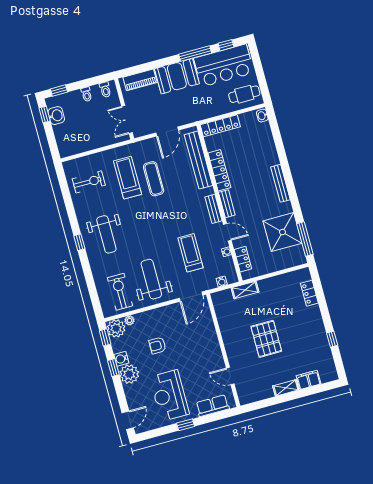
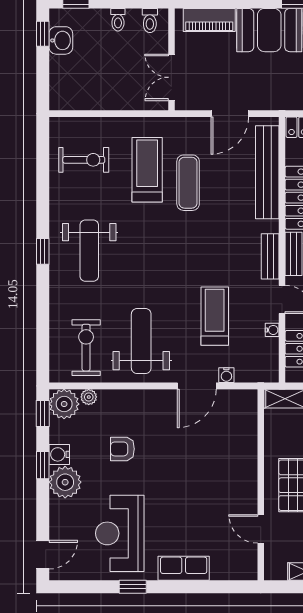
water cooler: (222, 281) -> (226, 375), moved
wall: (223, 350) -> (261, 485), moved
door: (230, 376) -> (261, 529), moved

